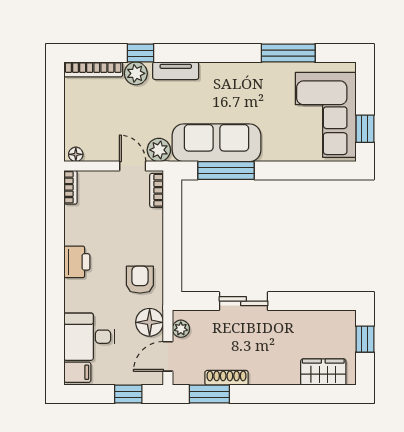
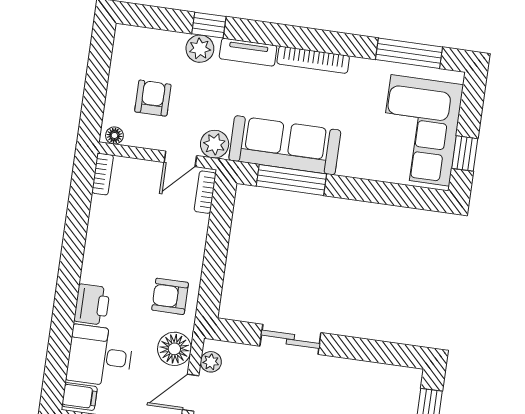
window: (288, 53) -> (409, 53), moved
bookcase: (93, 69) -> (313, 60), moved
armchair: (103, 119) -> (153, 98), added
door: (133, 166) -> (180, 159), swing flipped
printer: (77, 262) -> (92, 304), moved
armchair: (140, 280) -> (170, 296), turned -90

